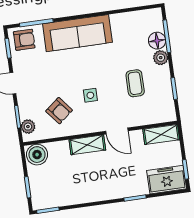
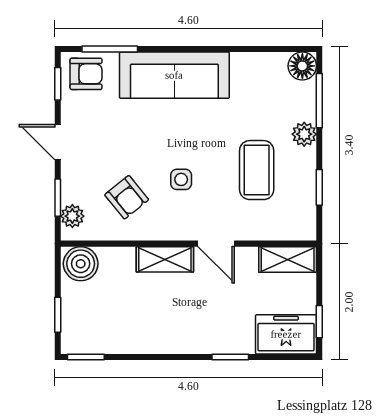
floor lamp: (157, 41) -> (302, 66), moved
coffee table: (135, 83) -> (257, 170), width x1.36, depth x1.30

